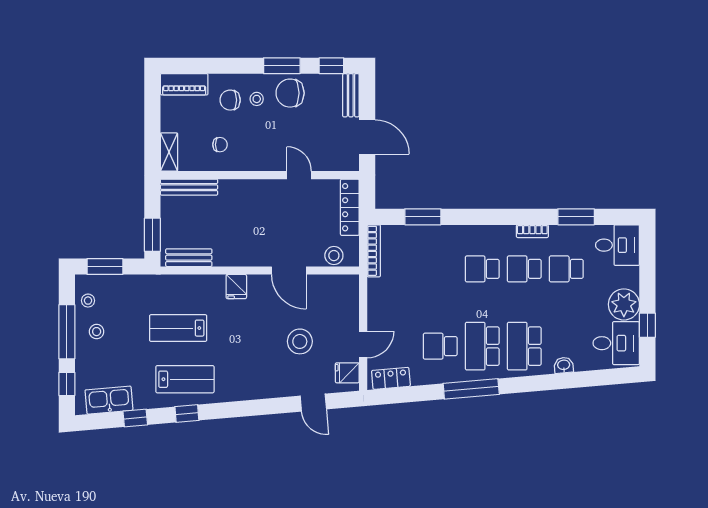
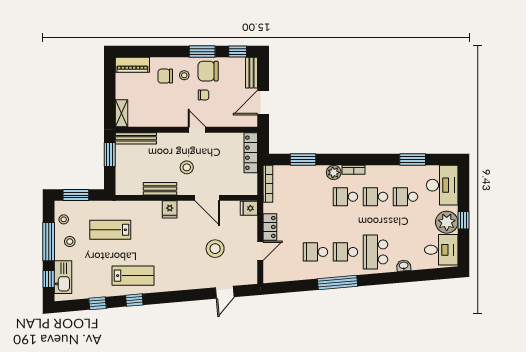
door: (367, 137) -> (263, 103), swing flipped
chair: (220, 145) -> (204, 95), moved
door: (299, 175) -> (197, 130), moved
bookcase: (532, 231) -> (354, 170), moved
window: (152, 235) -> (110, 154), moved
plant: (466, 235) -> (334, 172), added
desk: (618, 245) -> (442, 185), width x1.37
stool: (334, 256) -> (187, 167), moved
bench: (189, 258) -> (160, 189), moved
window: (647, 325) -> (464, 220), moved
lab bench: (178, 328) -> (110, 230), moved
school desk: (482, 346) -> (345, 252), width x0.54
fridge: (347, 373) -> (249, 208), moved
locker: (391, 378) -> (270, 227), moved, turned 95
kitchen sink: (109, 400) -> (63, 277), moved, turned 95
door: (313, 403) -> (225, 292), hinge flipped

